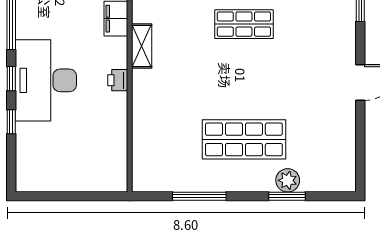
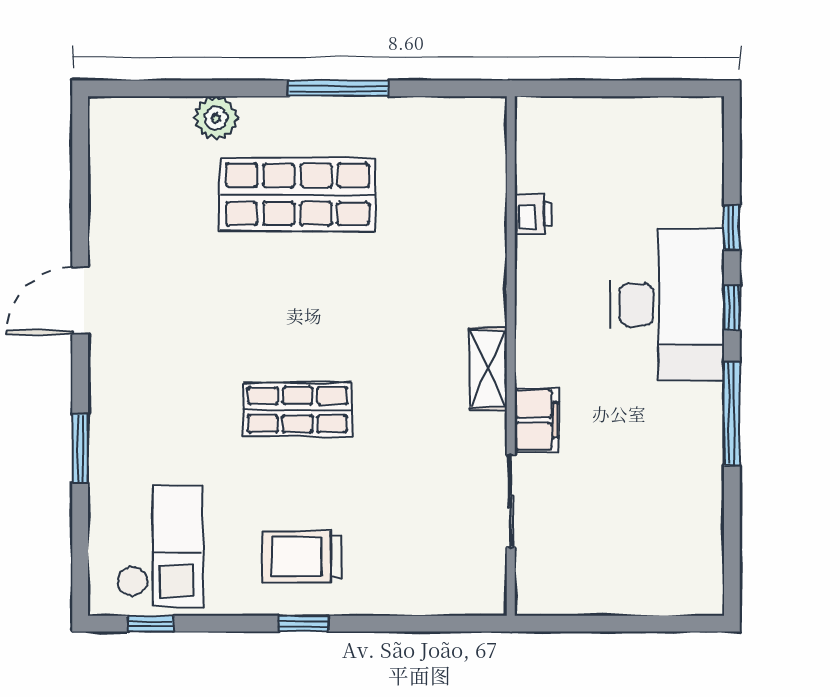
printer: (118, 80) -> (533, 214), moved
window: (199, 196) -> (338, 88), moved
window: (287, 196) -> (217, 88), removed

